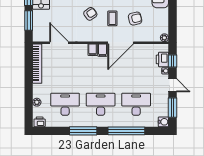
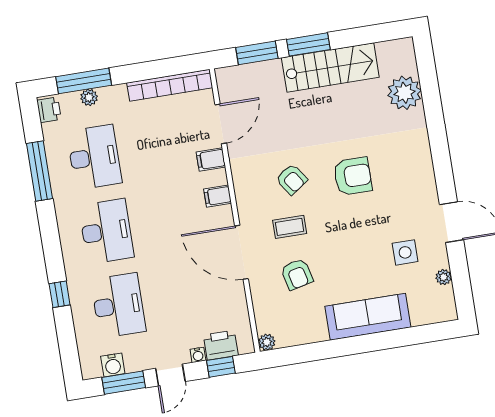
filing cabinet: (102, 50) -> (211, 159), moved
window: (29, 103) -> (84, 81), added
water cooler: (163, 122) -> (113, 365), moved
window: (83, 131) -> (40, 171), moved
window: (126, 131) -> (60, 294), width x0.32

